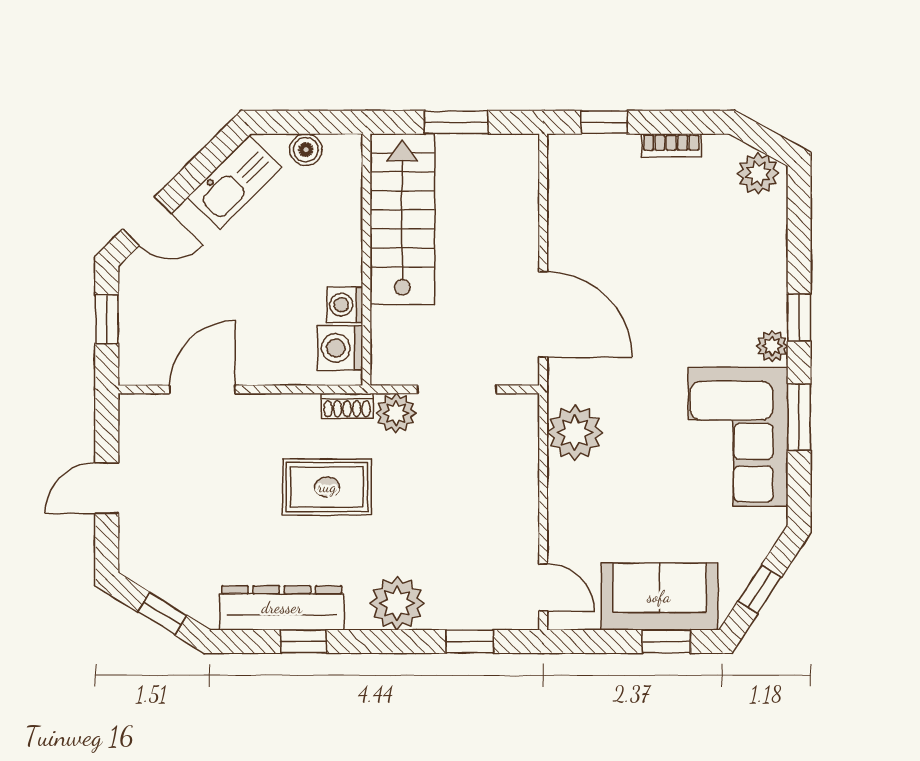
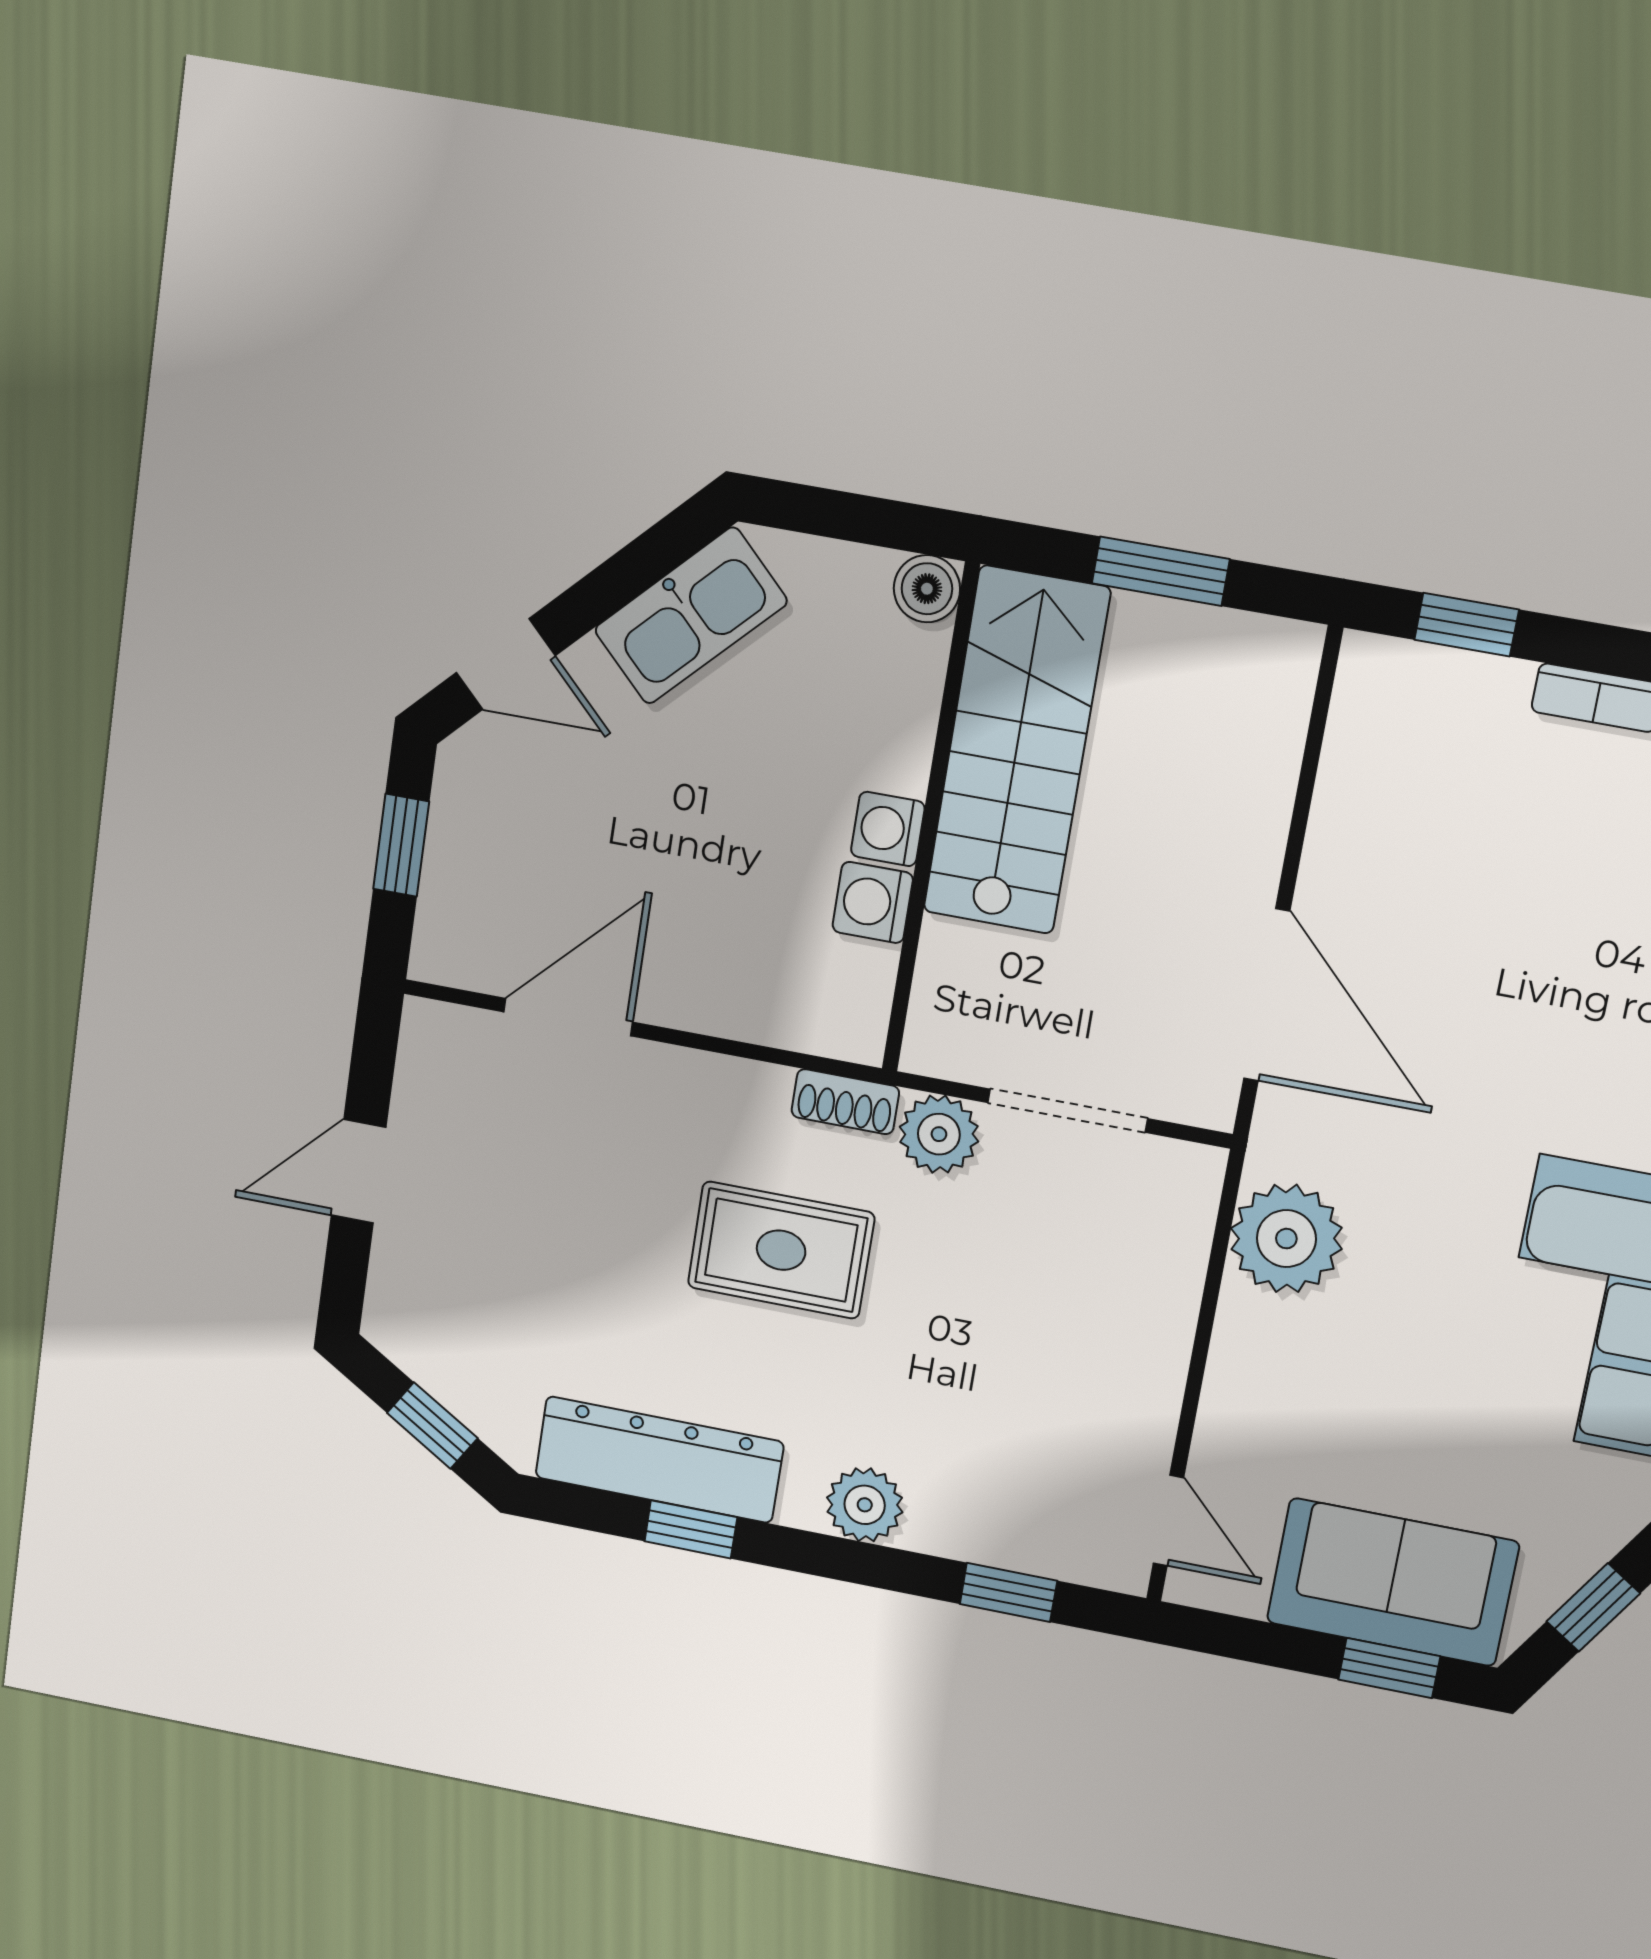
boiler: (306, 150) -> (927, 589), moved
washing machine: (340, 348) -> (888, 829), moved, width x0.73, depth x0.73
plant: (397, 603) -> (865, 1505), width x0.73, depth x0.73

